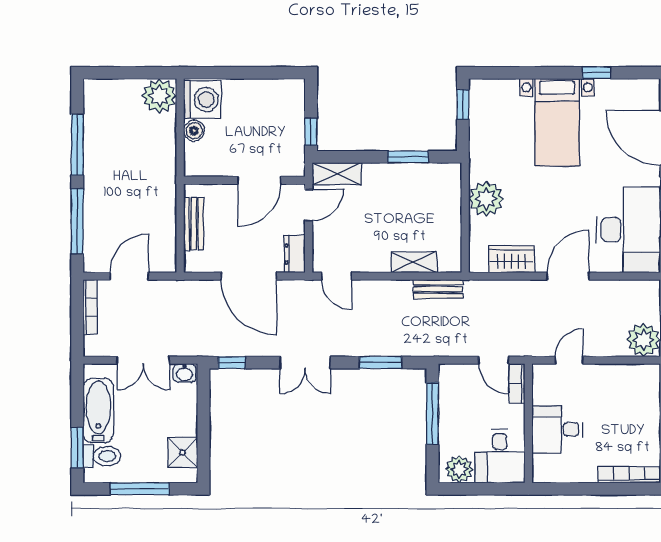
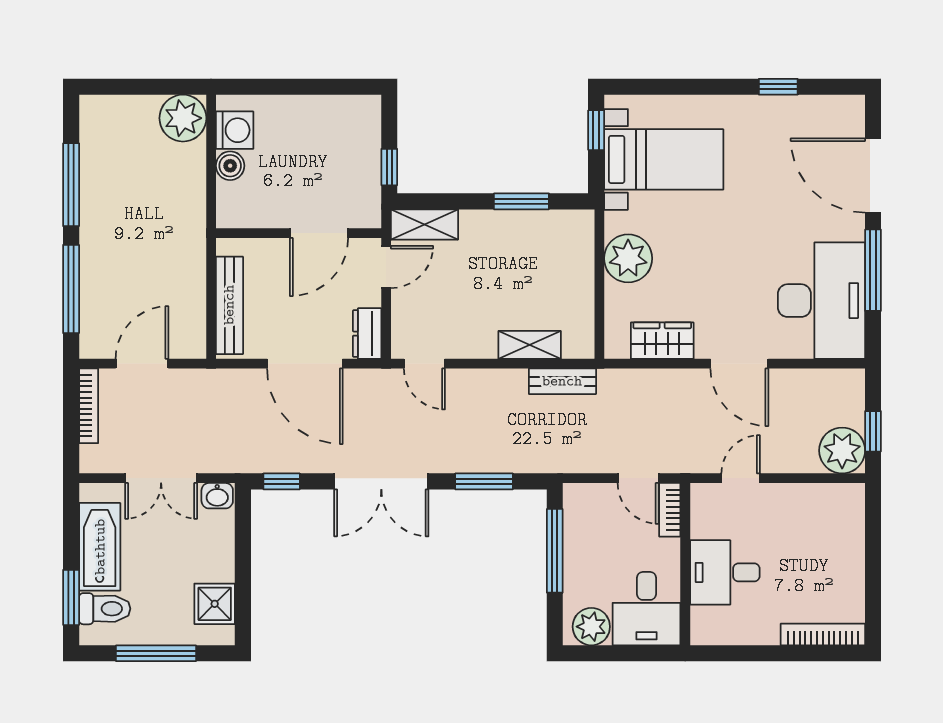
washing machine: (202, 100) -> (235, 130), width x0.73, depth x0.73
bed with nightstands: (557, 122) -> (664, 159), moved, turned -90
bench: (194, 224) -> (229, 305), width x1.36
door: (568, 276) -> (739, 364), swing flipped
double door: (305, 363) -> (381, 481), width x1.37

